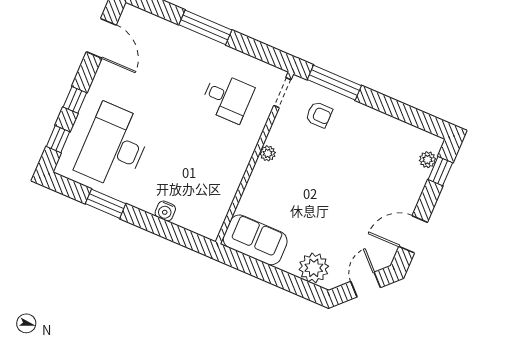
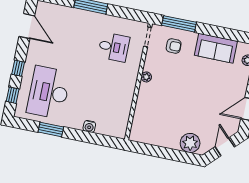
sofa: (255, 240) -> (216, 48), moved, turned 180

